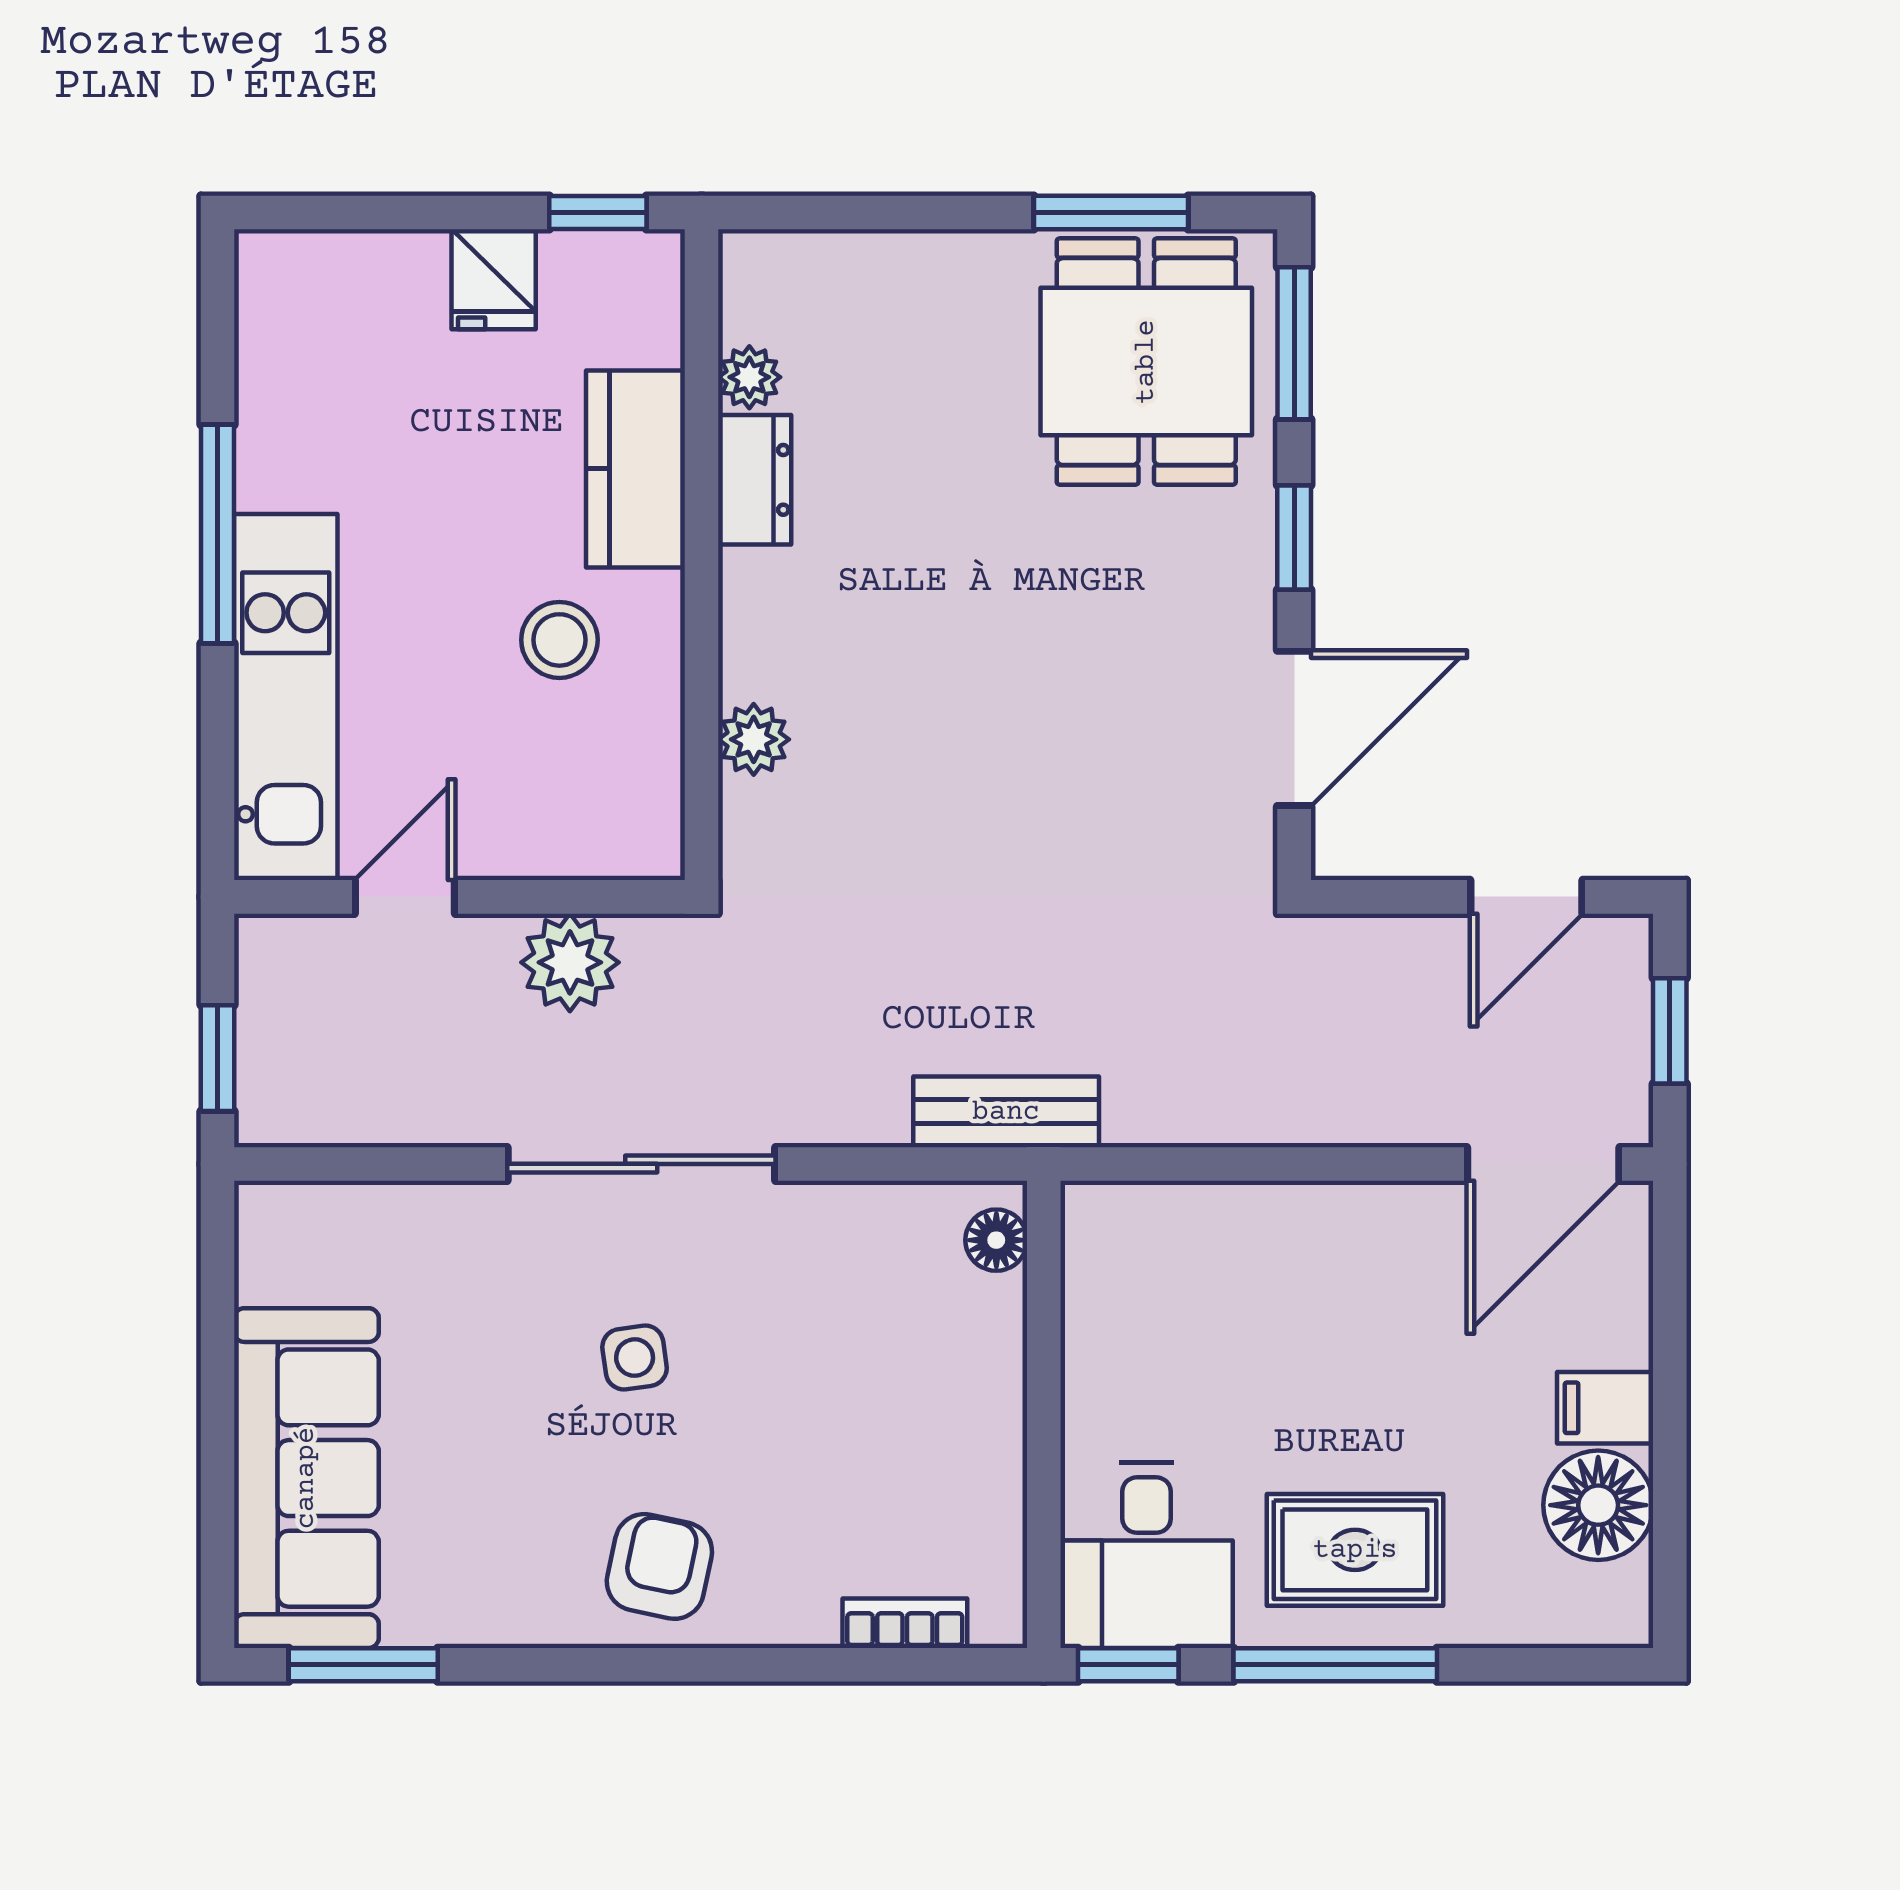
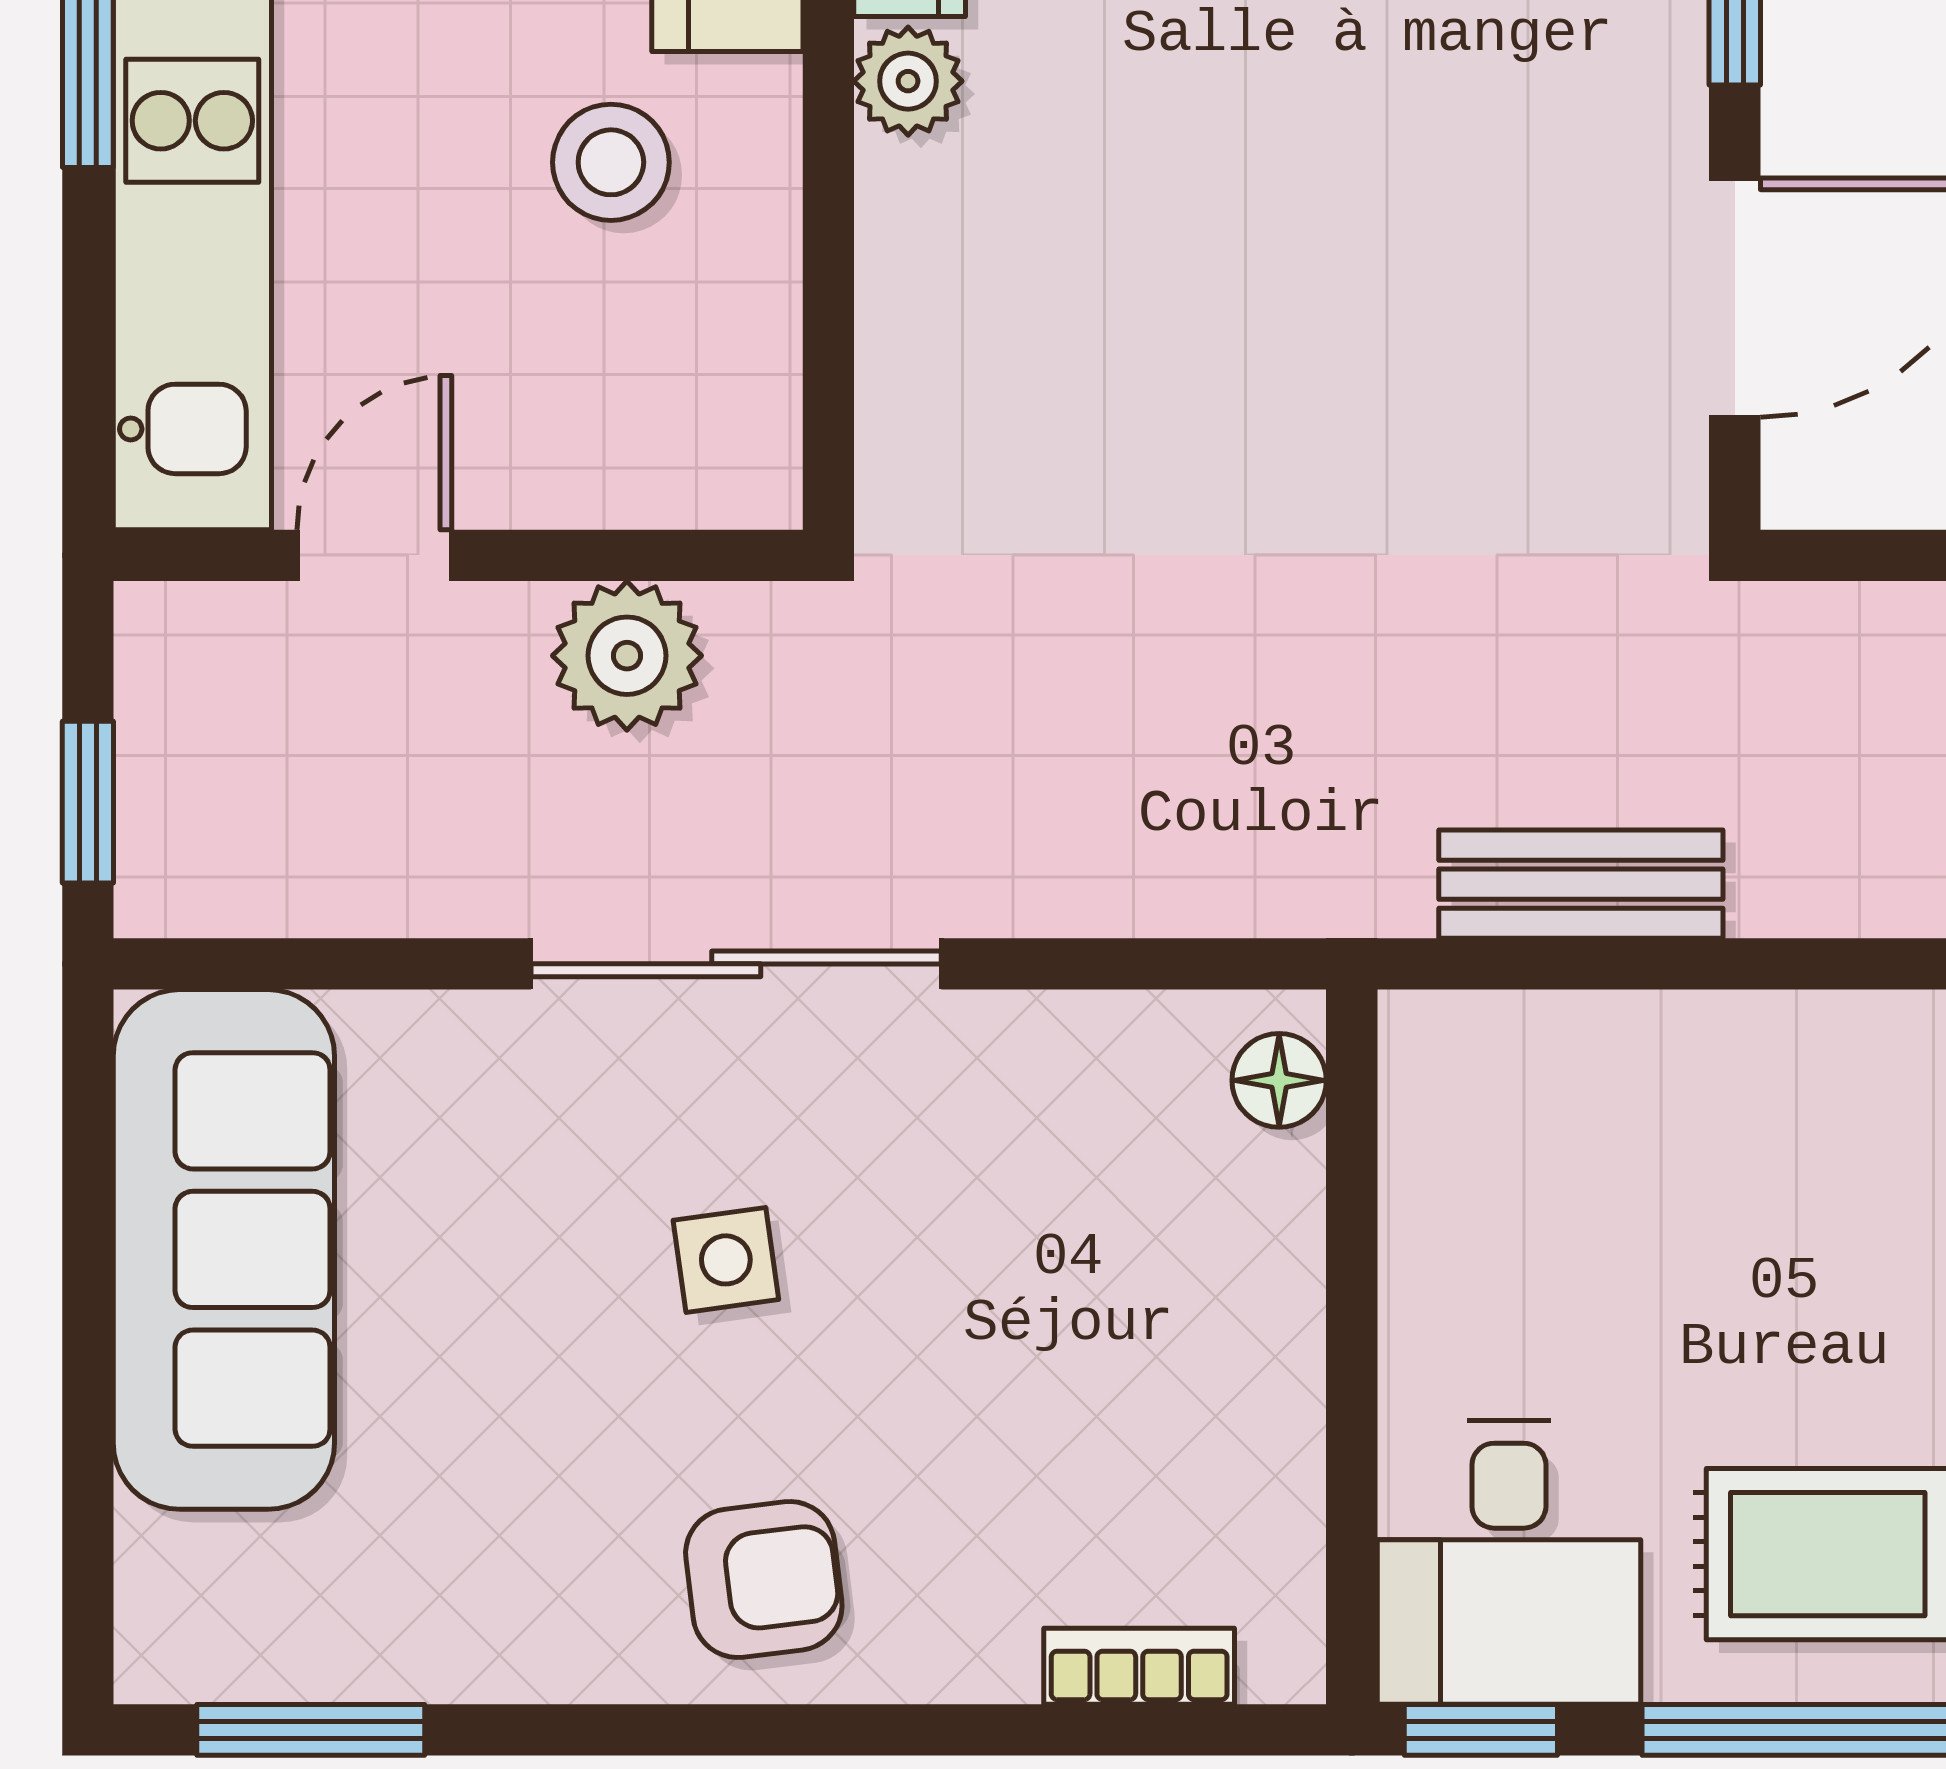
plant: (754, 739) -> (908, 81), moved
bench: (1006, 1112) -> (1581, 884), moved
sofa: (306, 1478) -> (224, 1249), moved
armchair: (659, 1566) -> (764, 1580), turned 71

